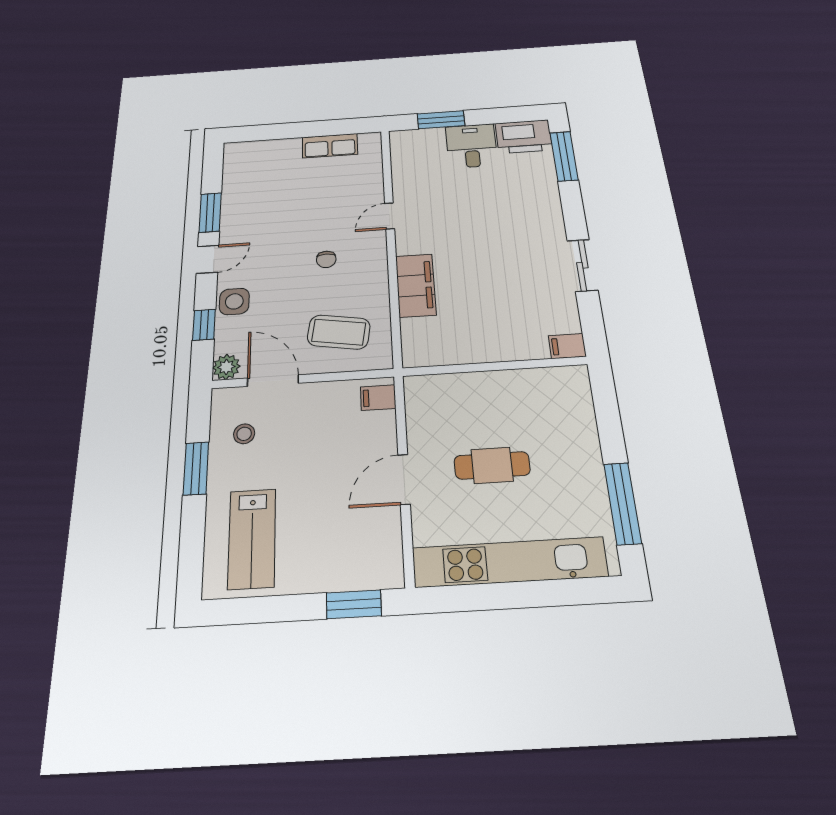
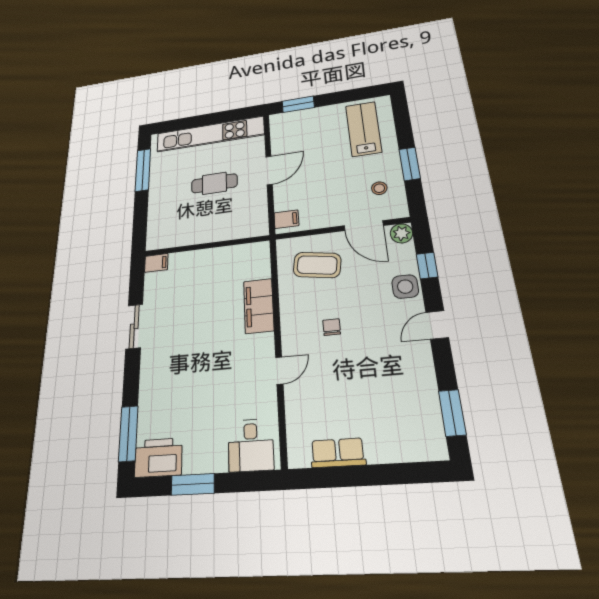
window: (441, 120) -> (193, 484), moved
desk: (471, 146) -> (251, 445), moved
window: (210, 213) -> (452, 413), moved

